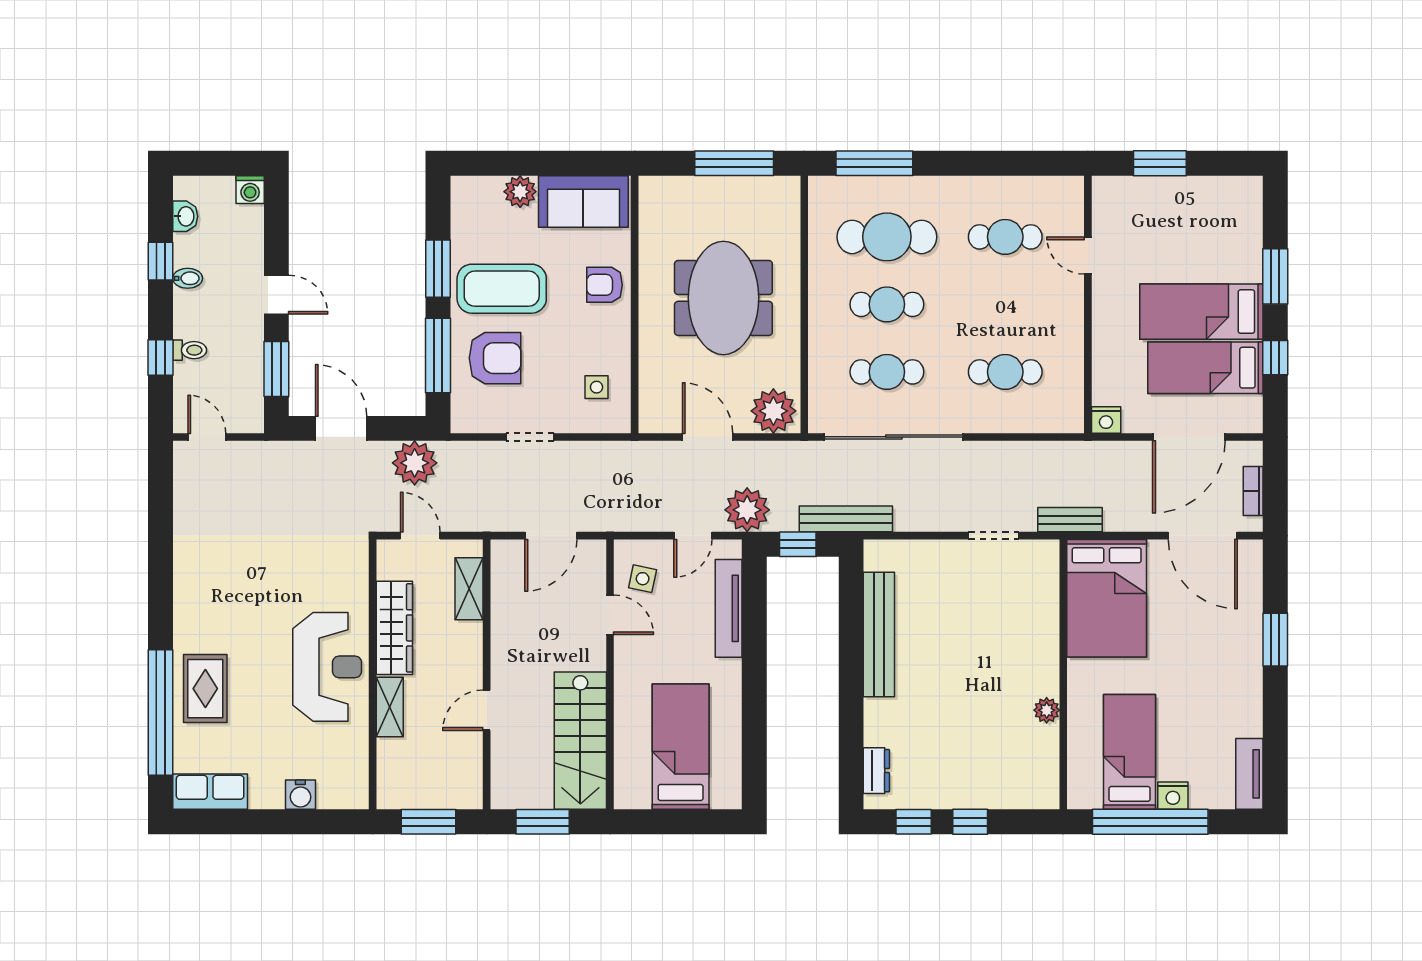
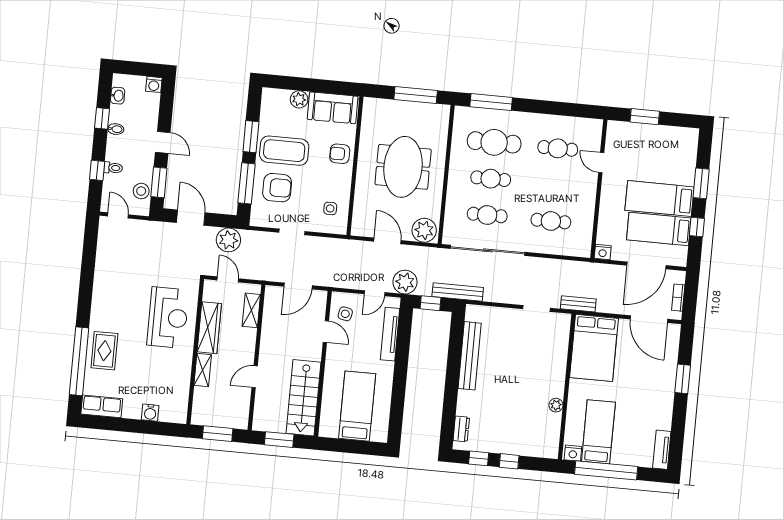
stool: (245, 388) -> (141, 191), added
reception desk: (327, 667) -> (168, 318), moved
nightstand: (1173, 796) -> (573, 453), moved

